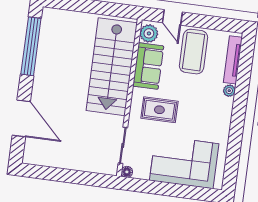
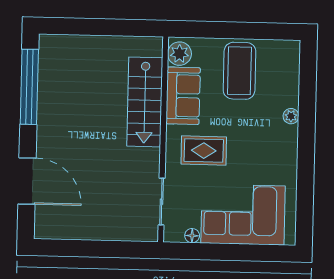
door: (172, 17) -> (207, 30), removed
tv unit: (233, 60) -> (291, 76), removed
stairs: (112, 67) -> (145, 102), width x0.73, depth x0.66
floor lamp: (127, 172) -> (192, 236), moved

